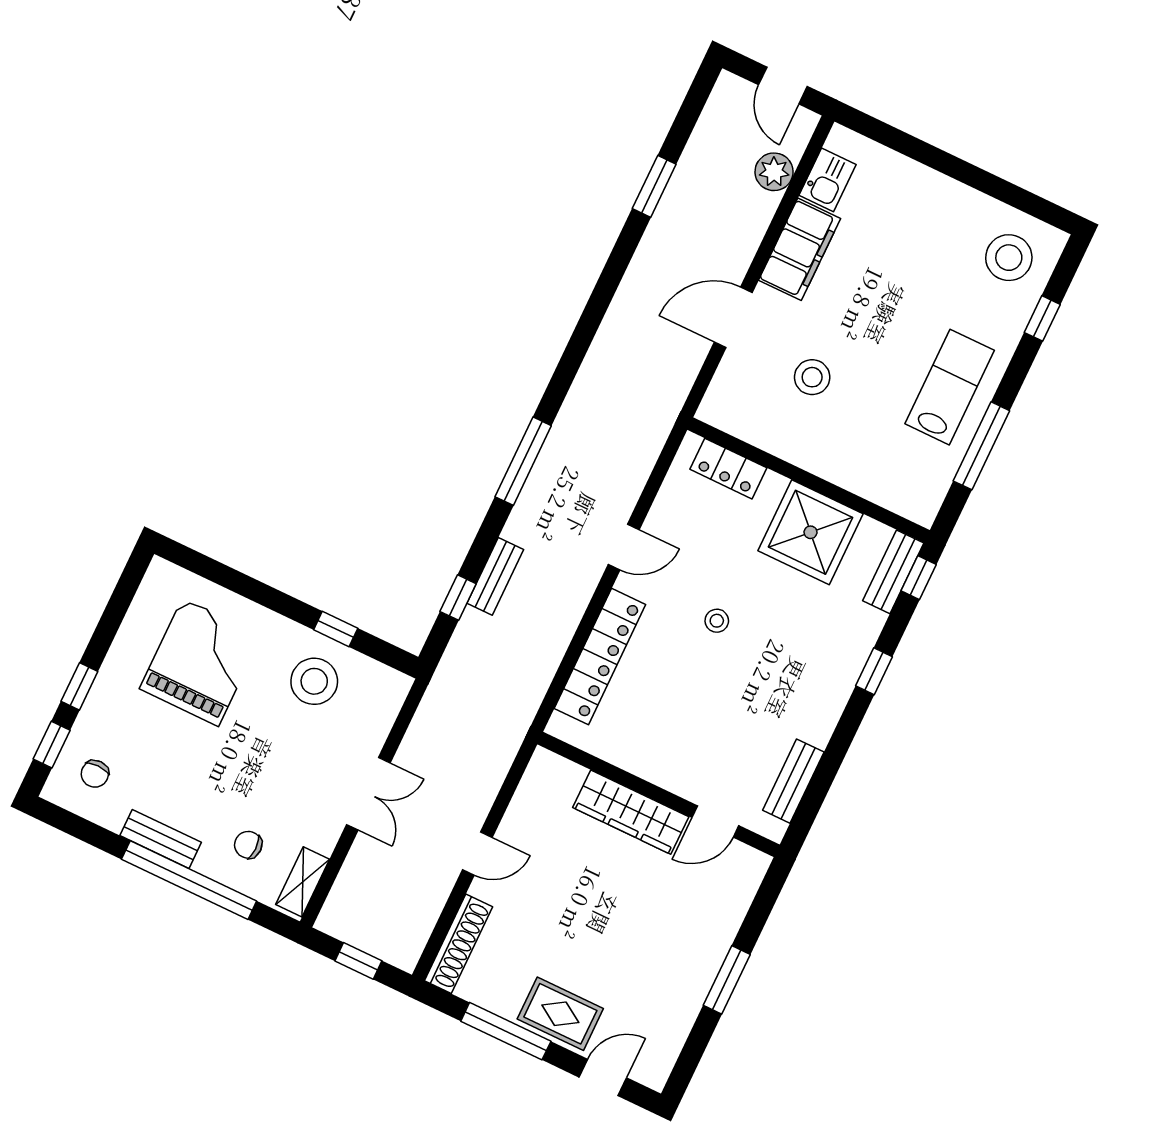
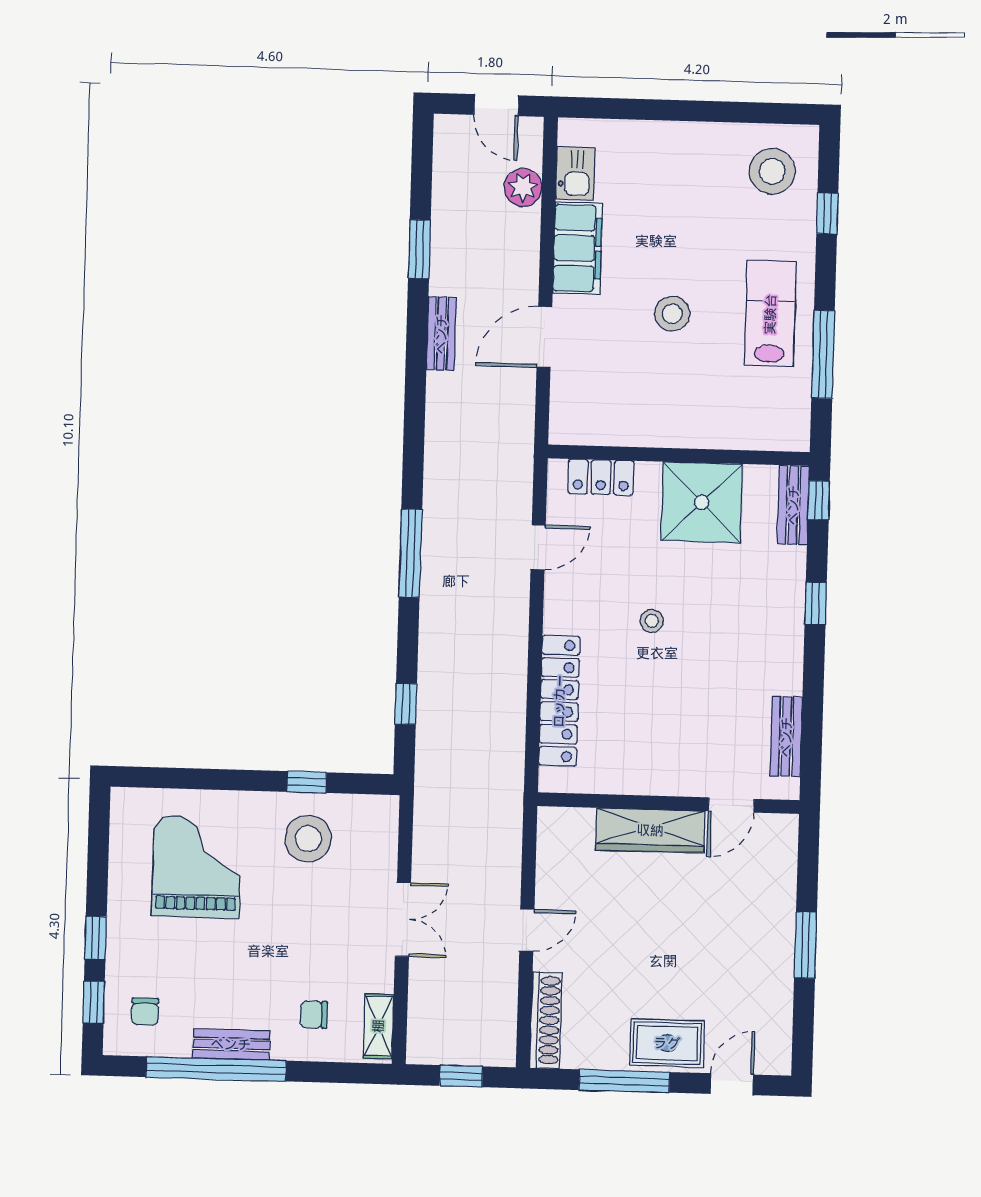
stool: (812, 377) -> (672, 314), moved
door: (624, 547) -> (538, 547), moved
bench: (495, 576) -> (441, 334), moved
window: (189, 880) -> (216, 1069), moved

